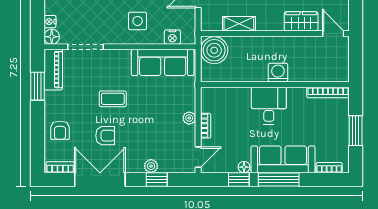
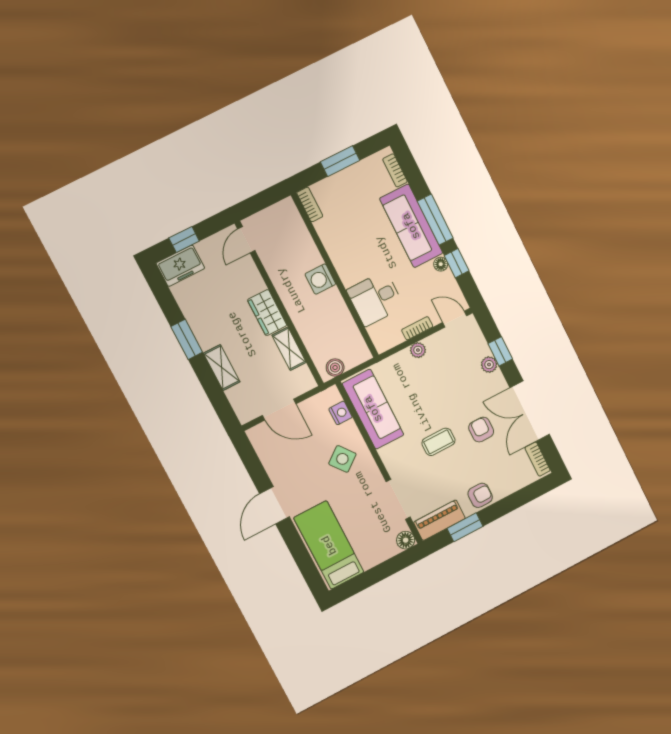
side table: (138, 21) -> (342, 459), turned -38
wardrobe: (301, 21) -> (267, 313), moved
nightstand: (50, 22) -> (391, 550), removed
boiler: (214, 50) -> (335, 368), width x0.54, depth x0.54
bookcase: (328, 93) -> (310, 204), width x0.64
coffee table: (113, 99) -> (438, 442), turned 90
desk: (269, 106) -> (375, 299), moved
armchair: (60, 130) -> (480, 495), moved

